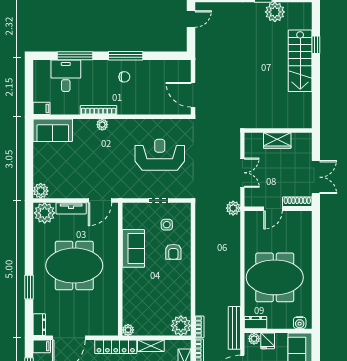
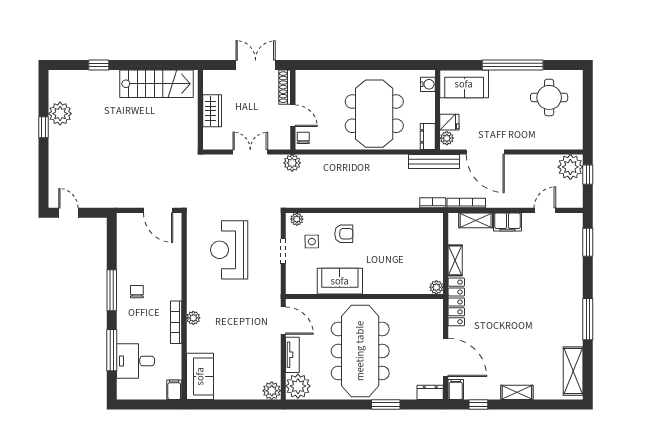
stairs: (300, 61) -> (157, 84), moved
door: (193, 95) -> (158, 210), hinge flipped
chair: (254, 217) -> (303, 138), added
meeting table: (74, 266) -> (360, 351), width x1.36
plant: (181, 326) -> (297, 219), moved, width x0.53, depth x0.53

